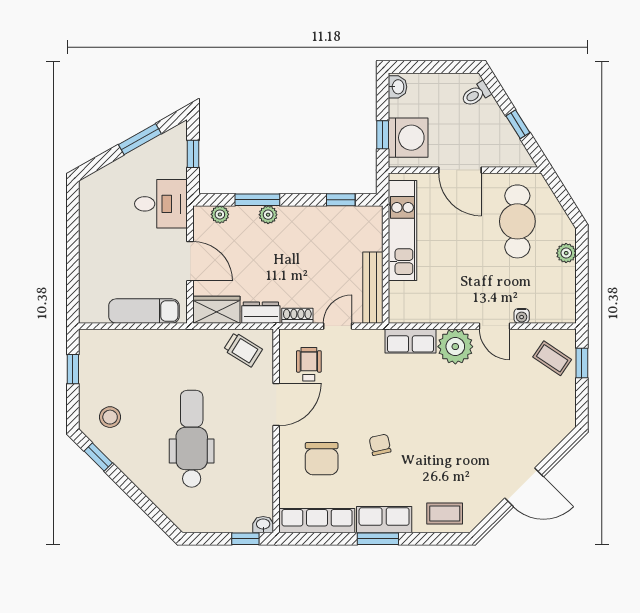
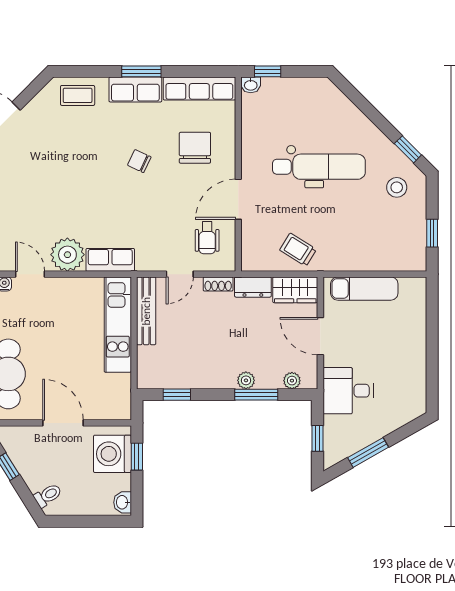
kitchen unit: (403, 231) -> (118, 325), moved
trolley: (243, 350) -> (298, 250), moved
dental chair: (192, 439) -> (319, 167), turned -90
chair: (380, 445) -> (139, 161), turned 127

